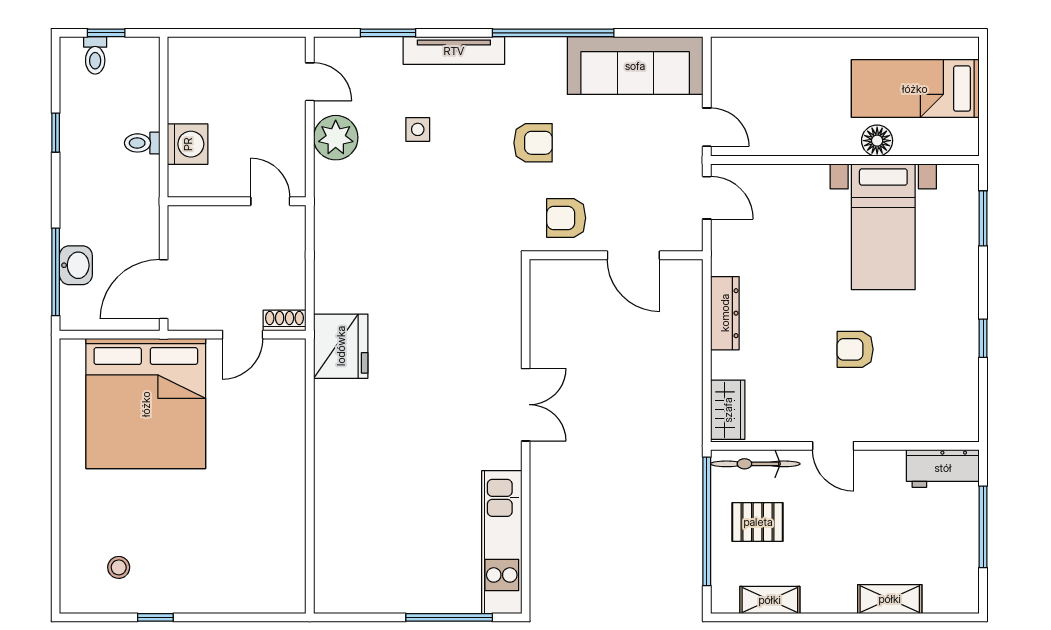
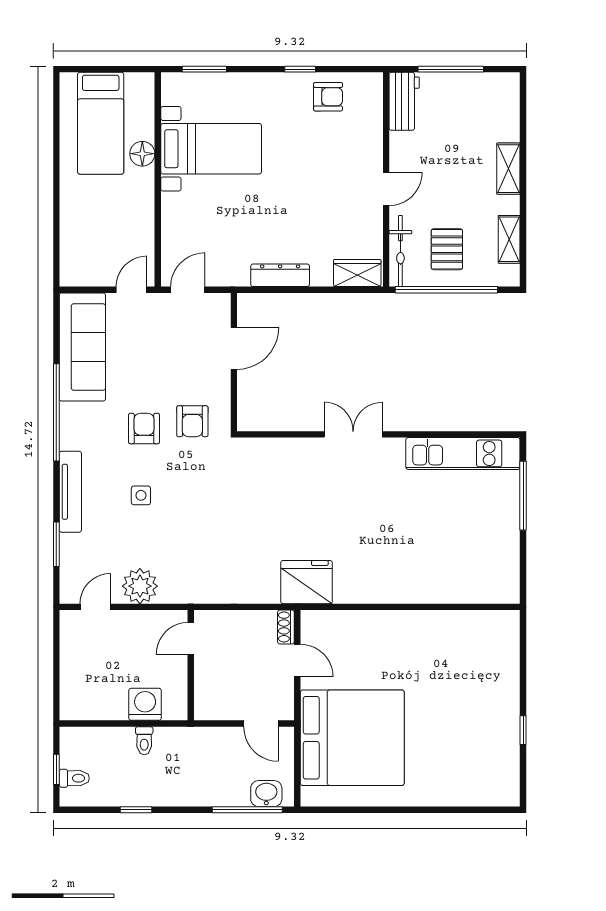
side table: (418, 129) -> (141, 495), moved
armchair: (566, 218) -> (192, 421), moved
washbasin: (76, 265) -> (266, 794), moved
door: (164, 289) -> (261, 724), width x0.73
armchair: (855, 349) -> (328, 97), moved, turned -90
stool: (119, 567) -> (483, 759), removed
shelving: (890, 599) -> (508, 169), moved

